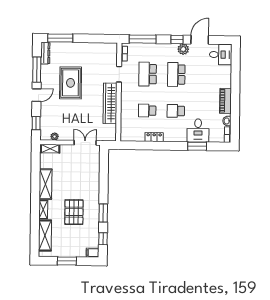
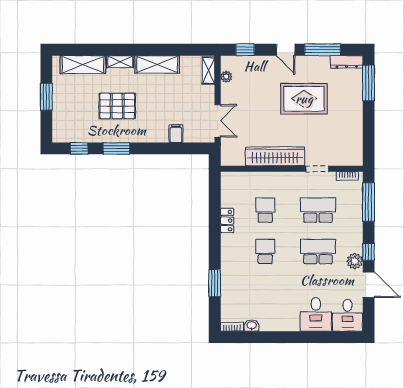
piano: (226, 101) -> (281, 323), removed
desk: (198, 130) -> (316, 314), moved, turned -90
filing cabinet: (93, 253) -> (176, 134), moved

